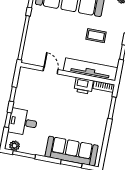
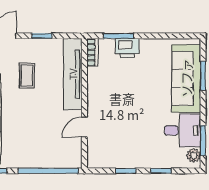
printer: (84, 86) -> (127, 48), moved, turned 90
desk: (23, 122) -> (182, 130), moved, turned -90

